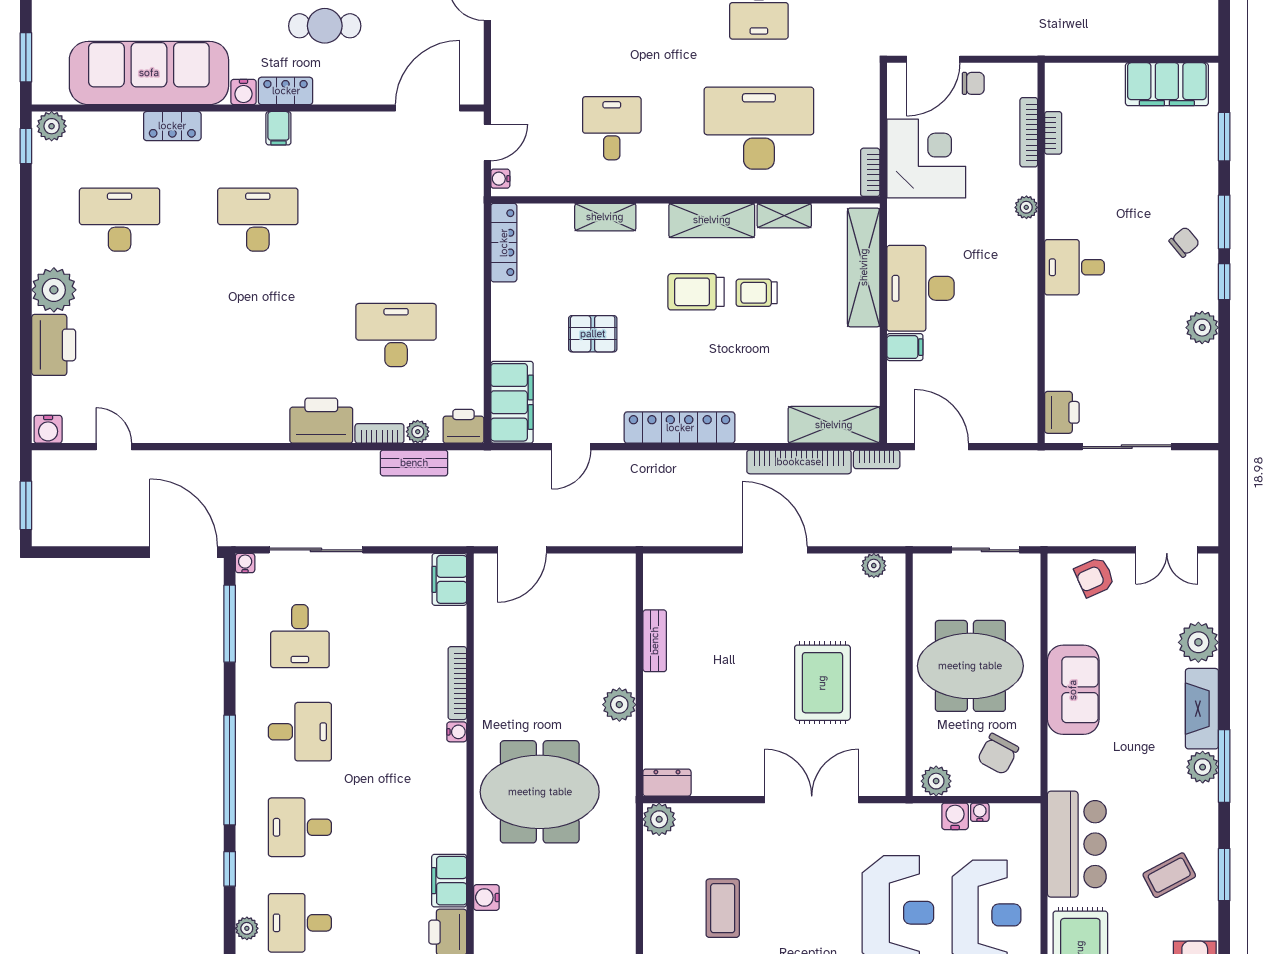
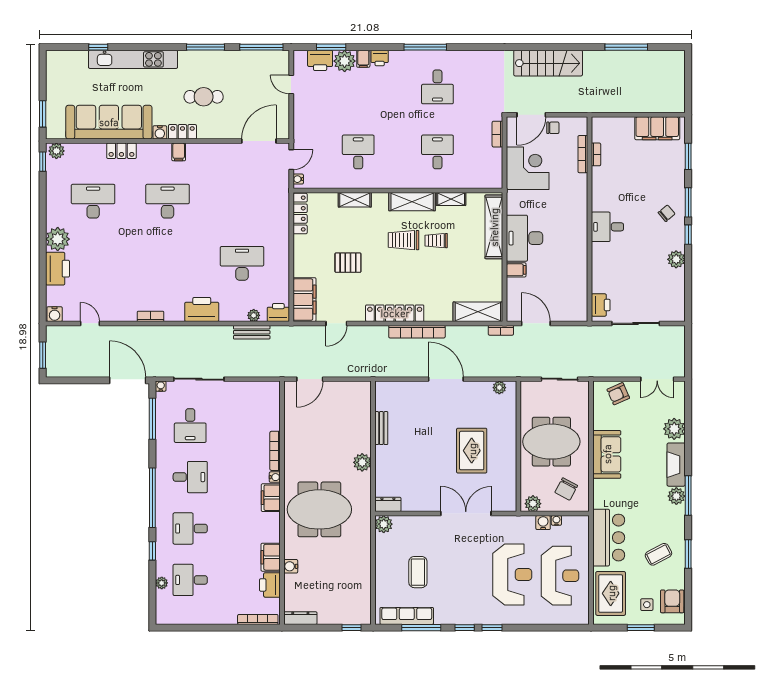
desk: (759, 128) -> (437, 152), width x0.53, depth x0.77
bookcase: (870, 172) -> (497, 134), moved
plant: (1026, 207) -> (581, 195), removed
bookcase: (379, 433) -> (151, 316), moved
bookcase: (799, 462) -> (417, 332), moved
filing cabinet: (449, 579) -> (271, 498), moved

